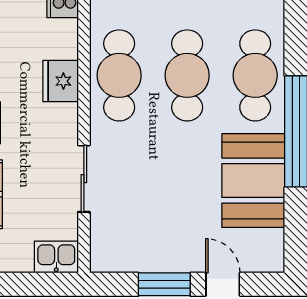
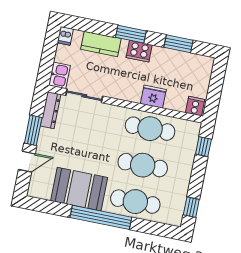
sliding door: (84, 179) -> (84, 96), moved
dresser: (122, 260) -> (51, 110), added

